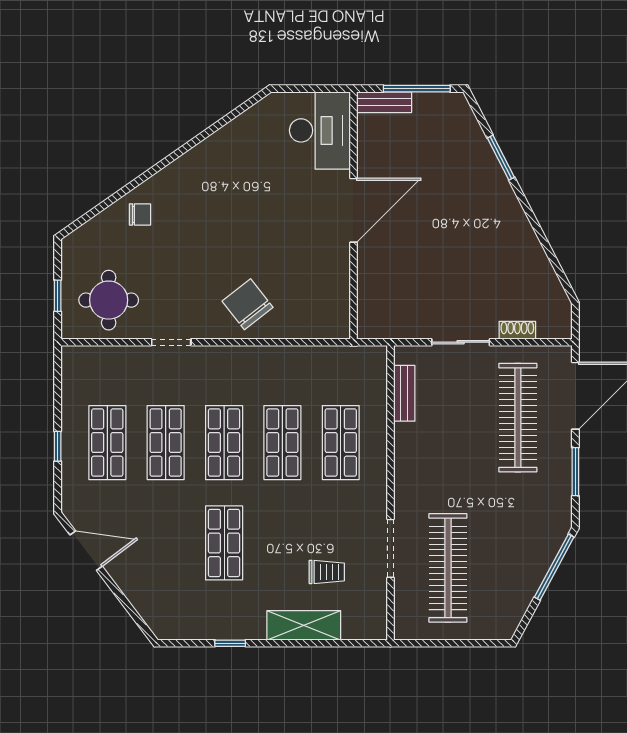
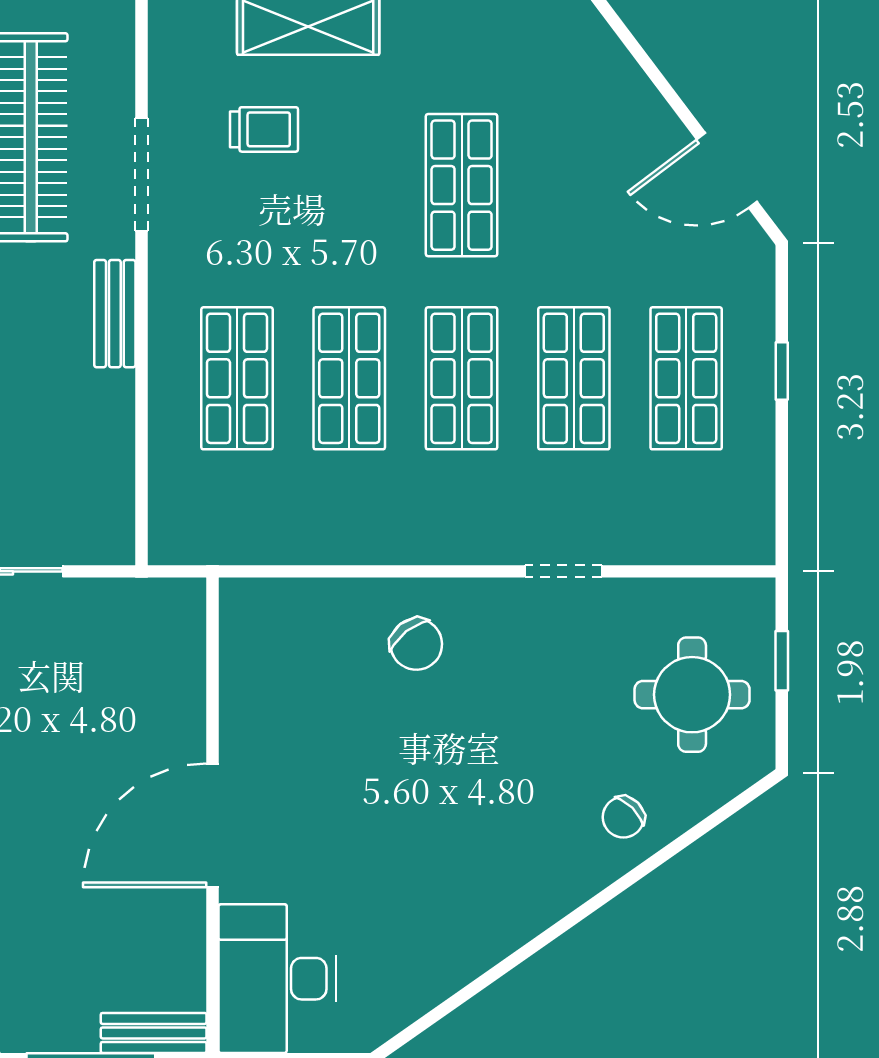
chair: (140, 214) -> (623, 817), turned -45
round table: (109, 300) -> (692, 695), moved
chair: (248, 304) -> (416, 644), width x0.73, depth x0.73
bench: (404, 393) -> (115, 314), moved
trolley: (327, 572) -> (264, 129), turned 180

